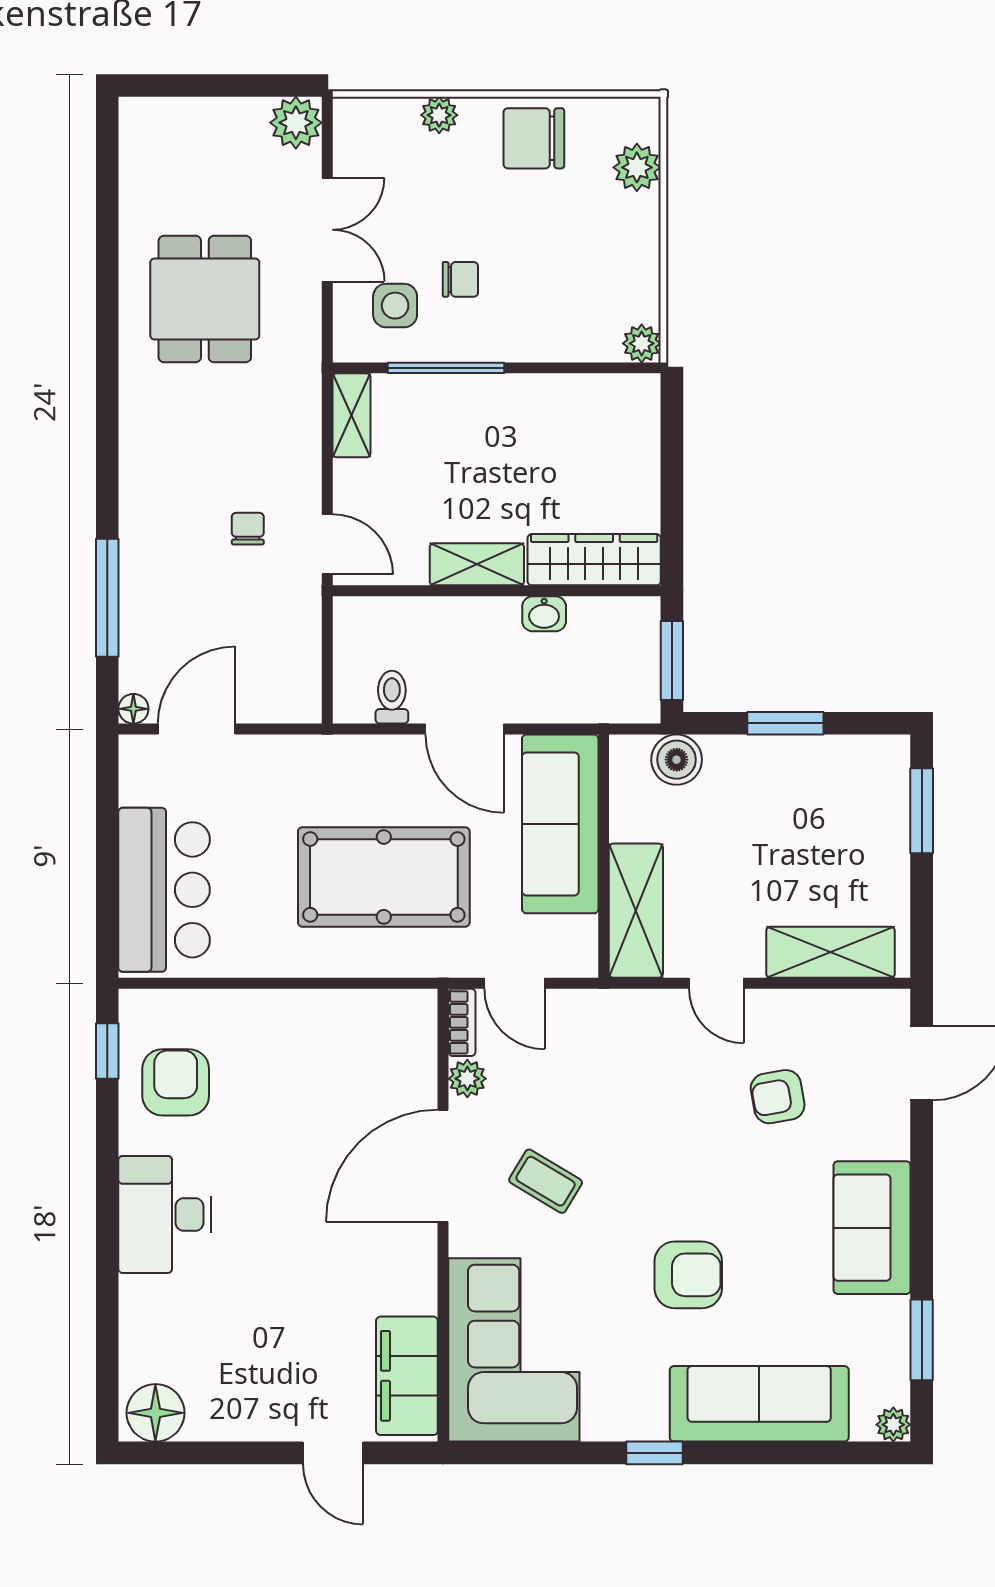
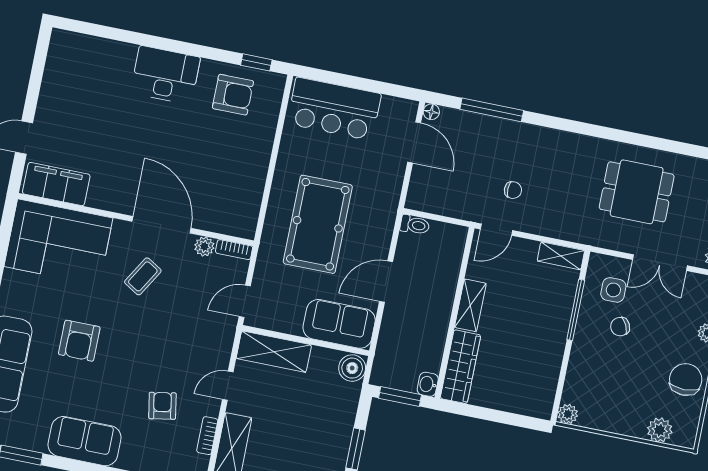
chair: (460, 279) -> (620, 327), turned 64
washbasin: (544, 614) -> (428, 384), moved
toilet: (392, 697) -> (415, 225), moved
boiler: (677, 760) -> (352, 368), moved
sofa: (560, 824) -> (339, 324), width x0.73
door: (514, 983) -> (245, 301), moved
bookcase: (816, 1003) -> (207, 436), added
floor lamp: (155, 1413) -> (63, 50), removed

